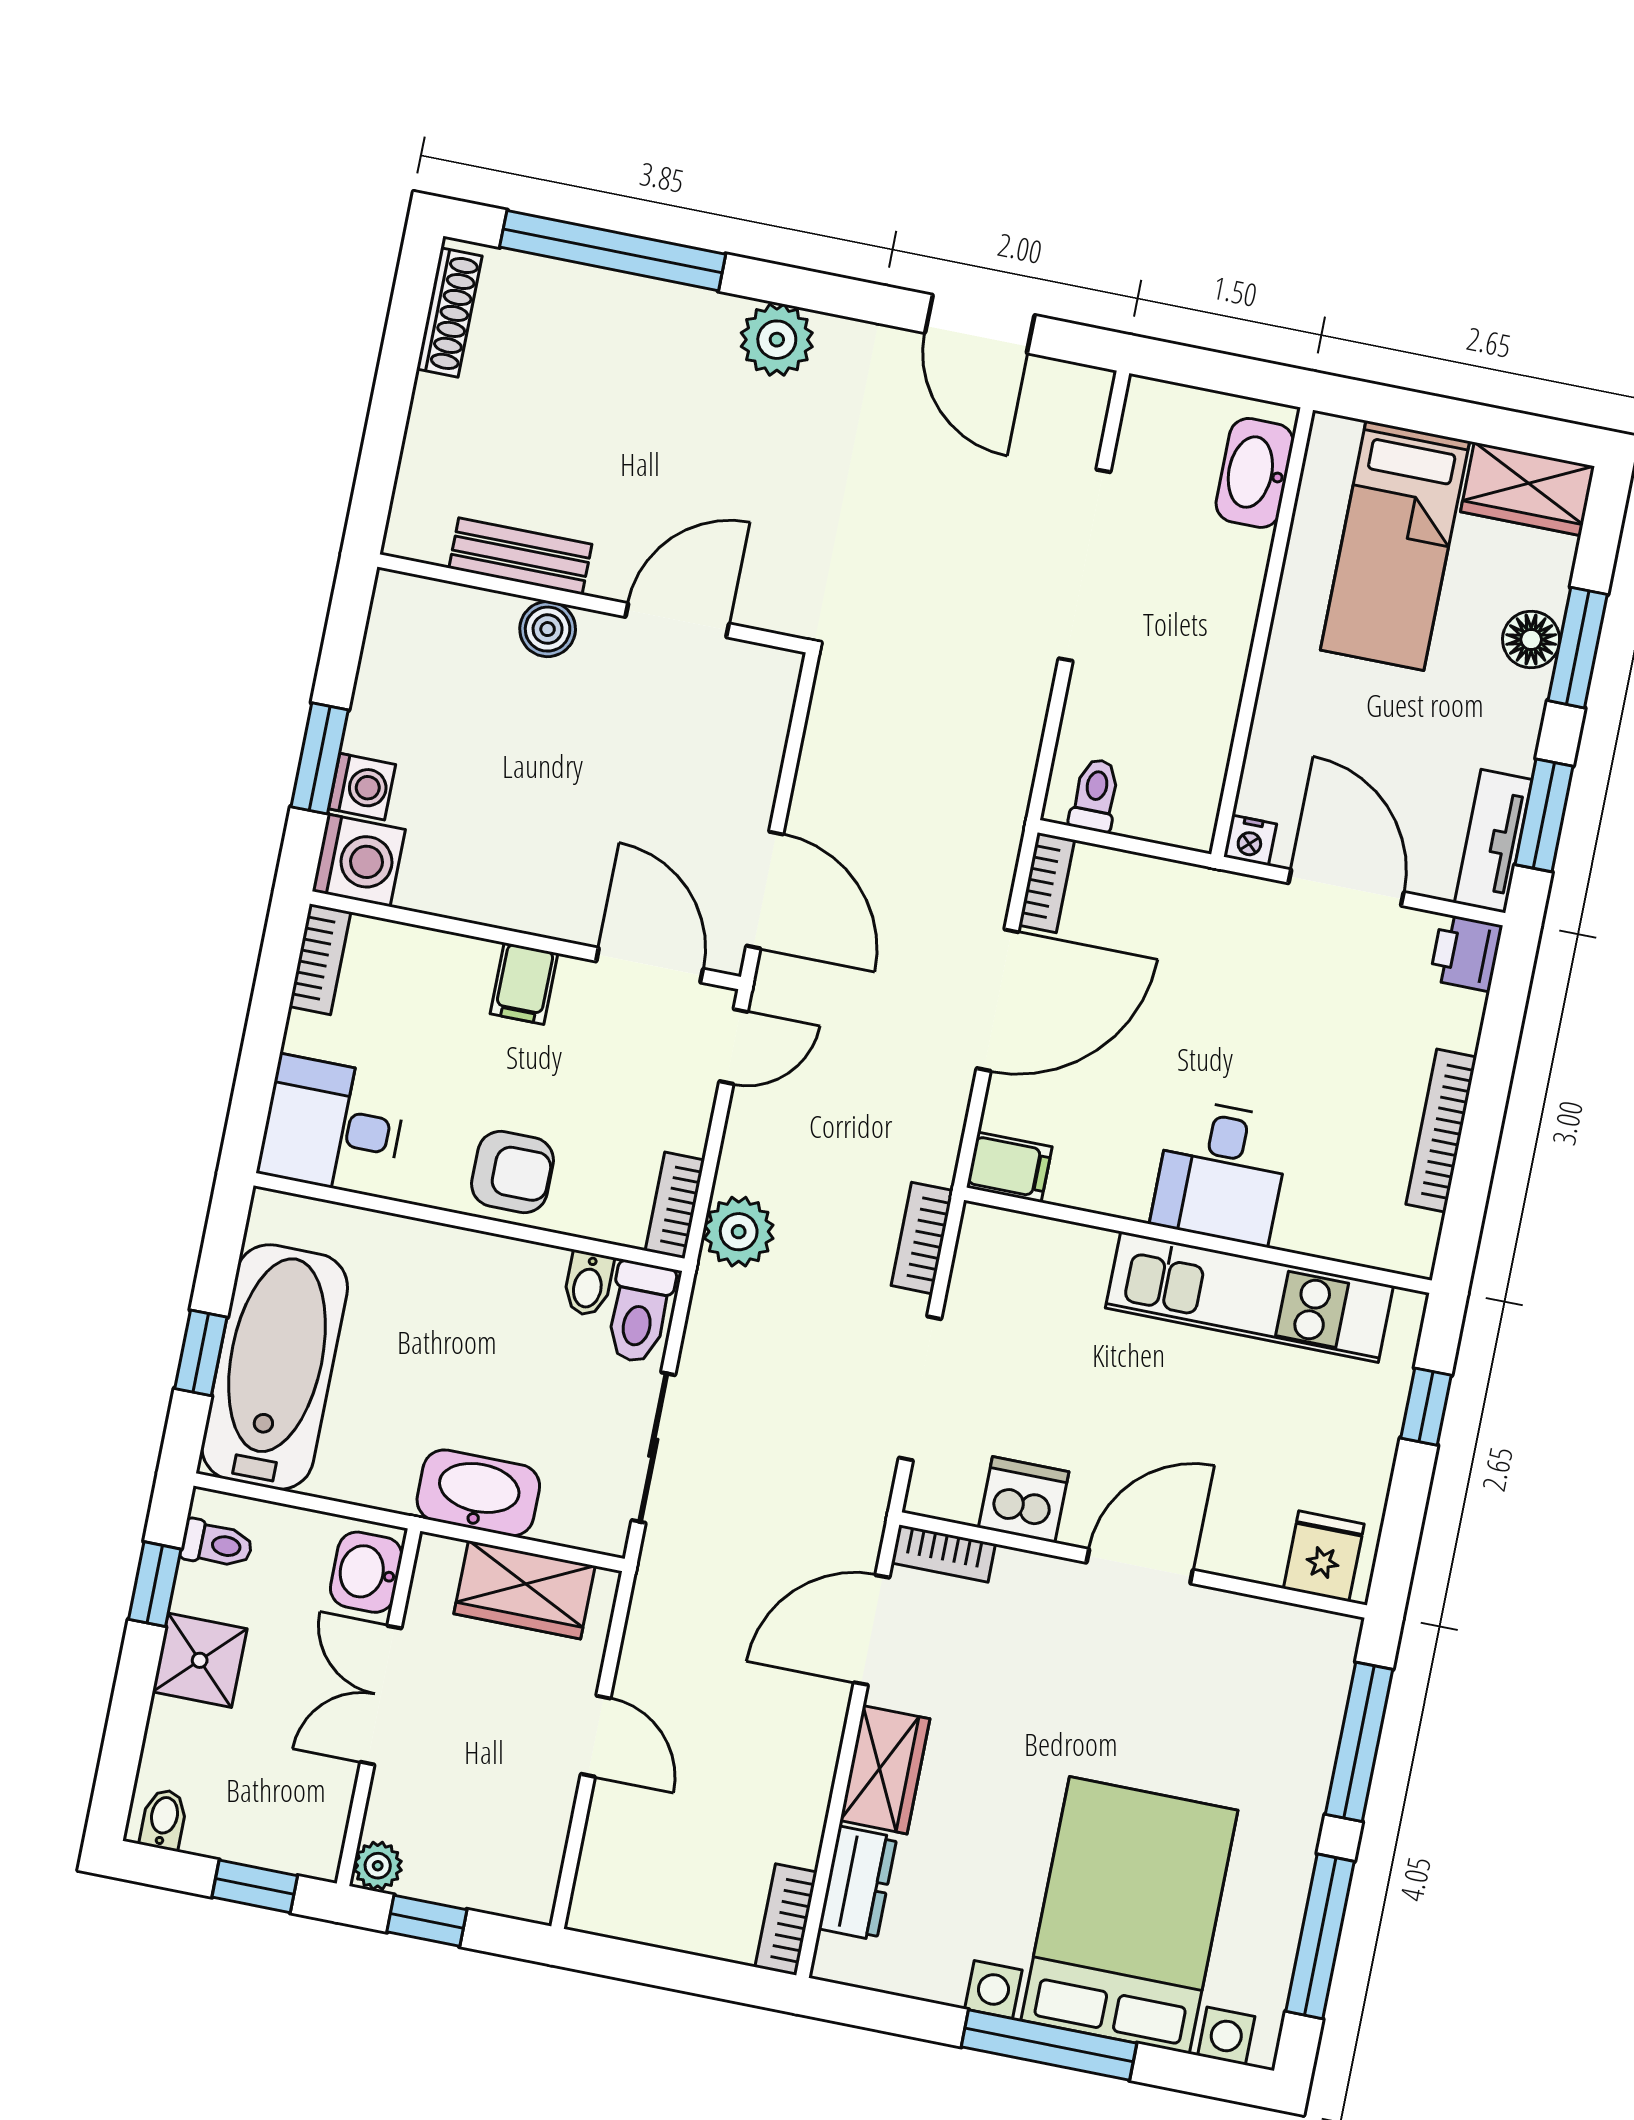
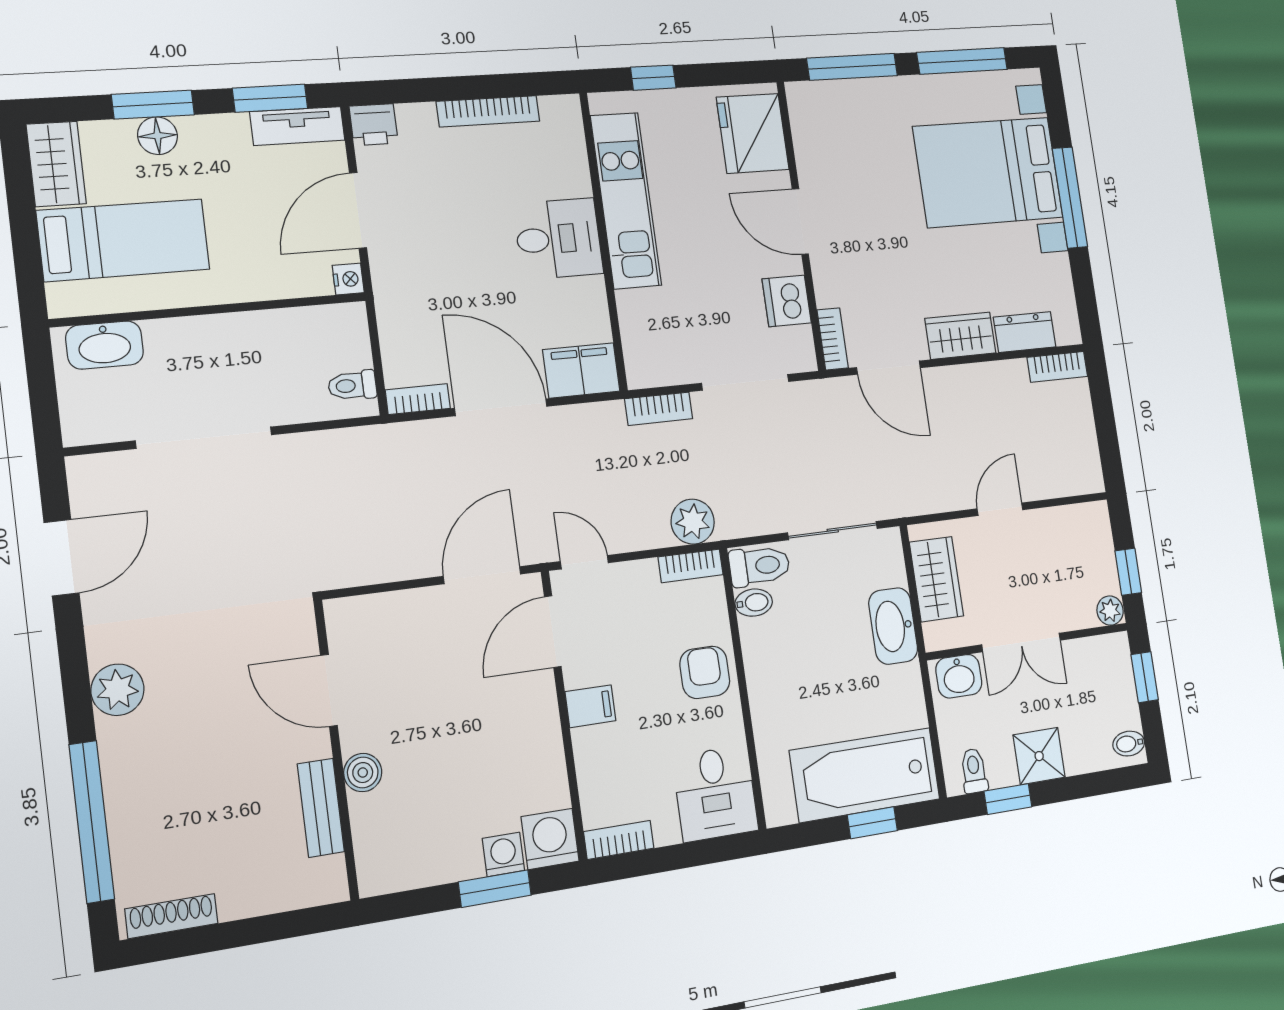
filing cabinet: (1009, 1167) -> (581, 370), width x2.00
fridge: (1324, 1556) -> (753, 133), width x1.88, depth x1.34

